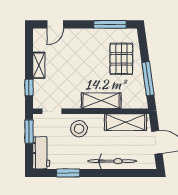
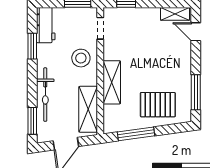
shelving: (39, 65) -> (175, 14), moved
workbench: (41, 153) -> (46, 25), moved, turned -90
window: (136, 173) -> (32, 121), added

